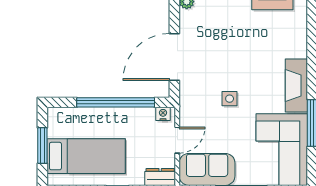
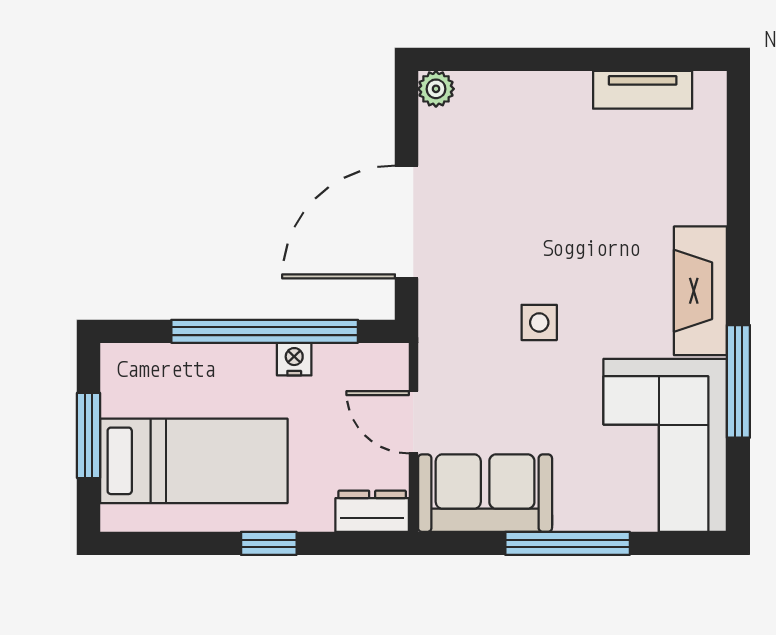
nightstand: (163, 114) -> (294, 359), moved
door: (177, 140) -> (413, 422), swing flipped

